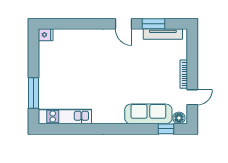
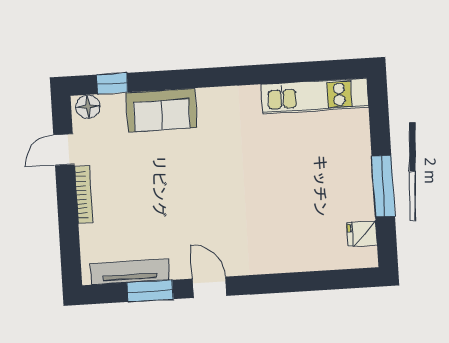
fridge: (46, 35) -> (362, 234), moved
window: (33, 93) -> (383, 186), moved
sofa: (148, 114) -> (161, 110), width x0.73

